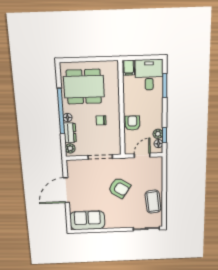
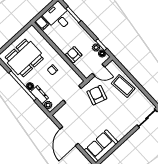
door: (142, 155) -> (99, 70), swing flipped
armchair: (119, 188) -> (97, 95), moved, turned -106
coffee table: (153, 202) -> (123, 86), moved

